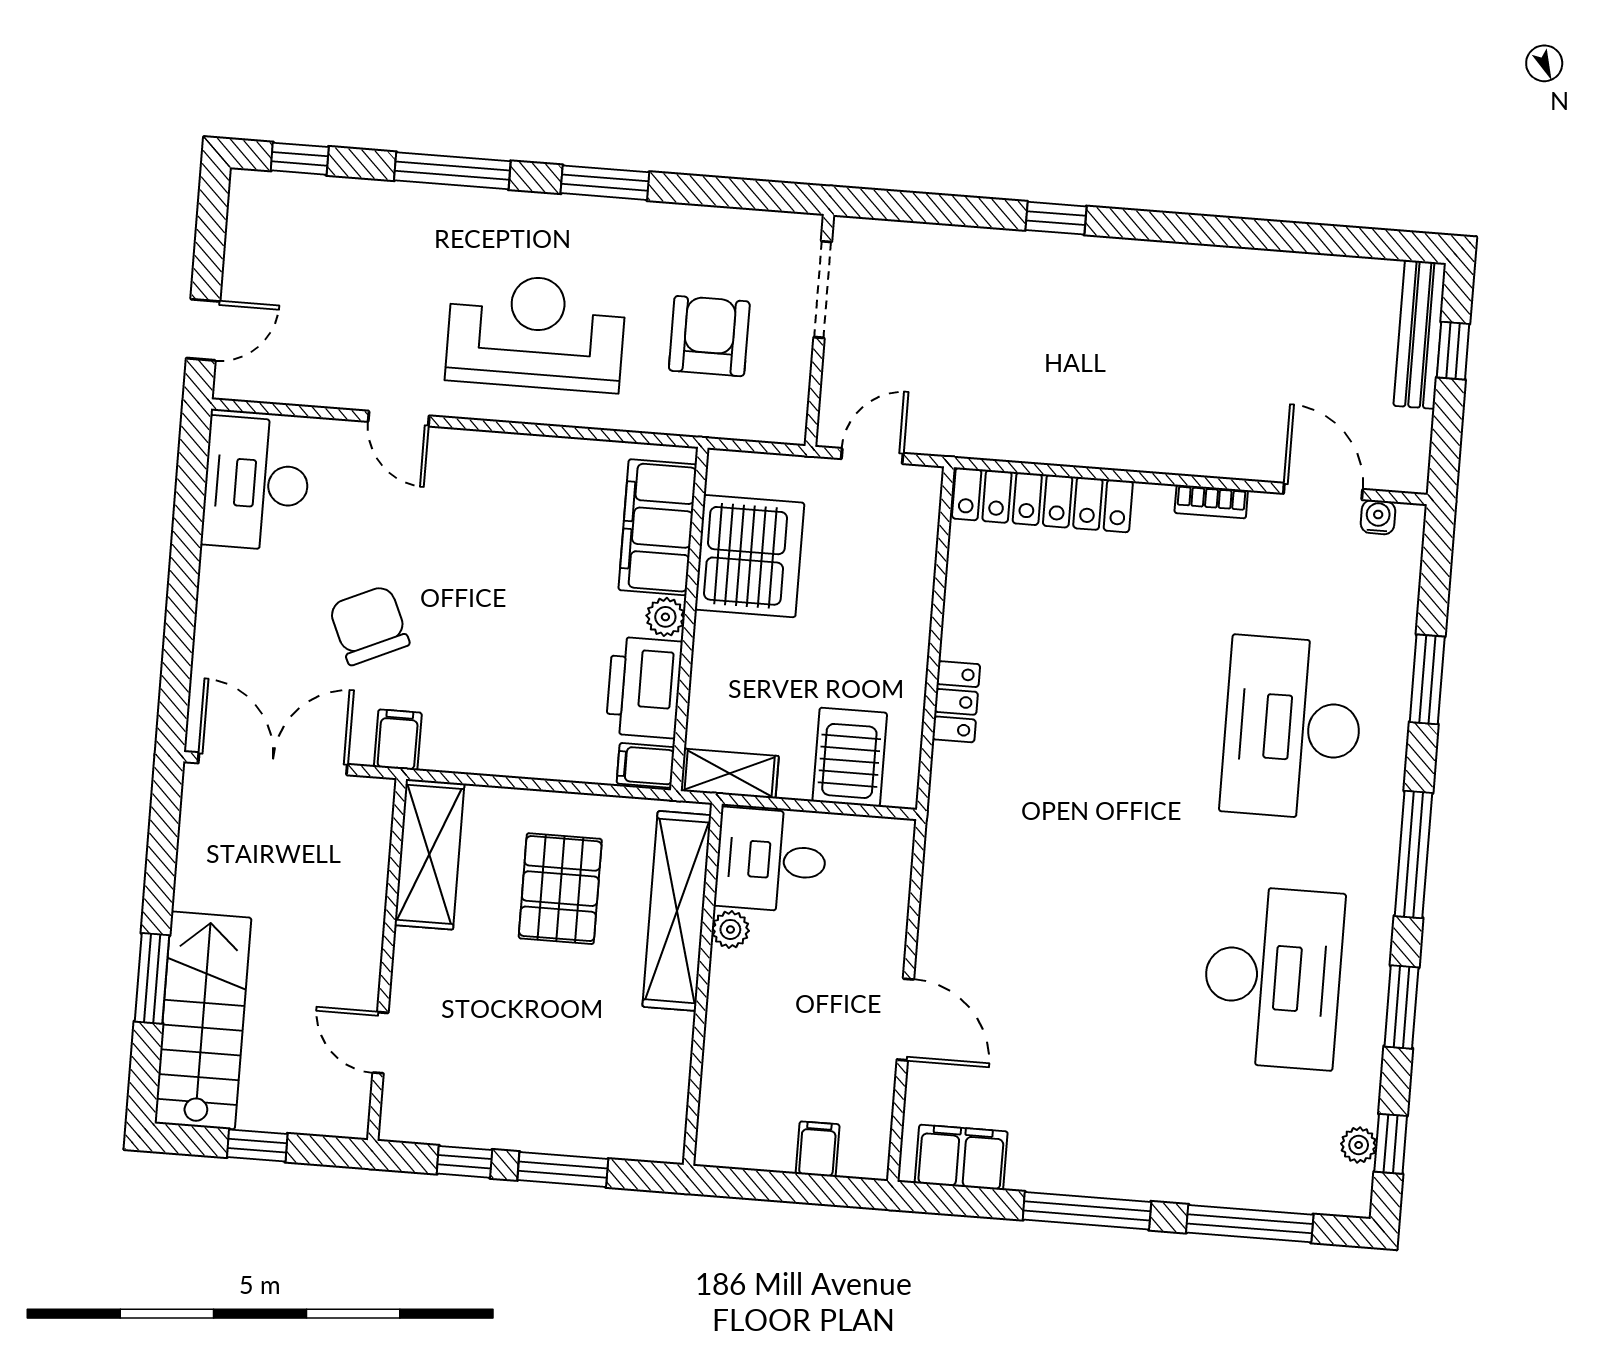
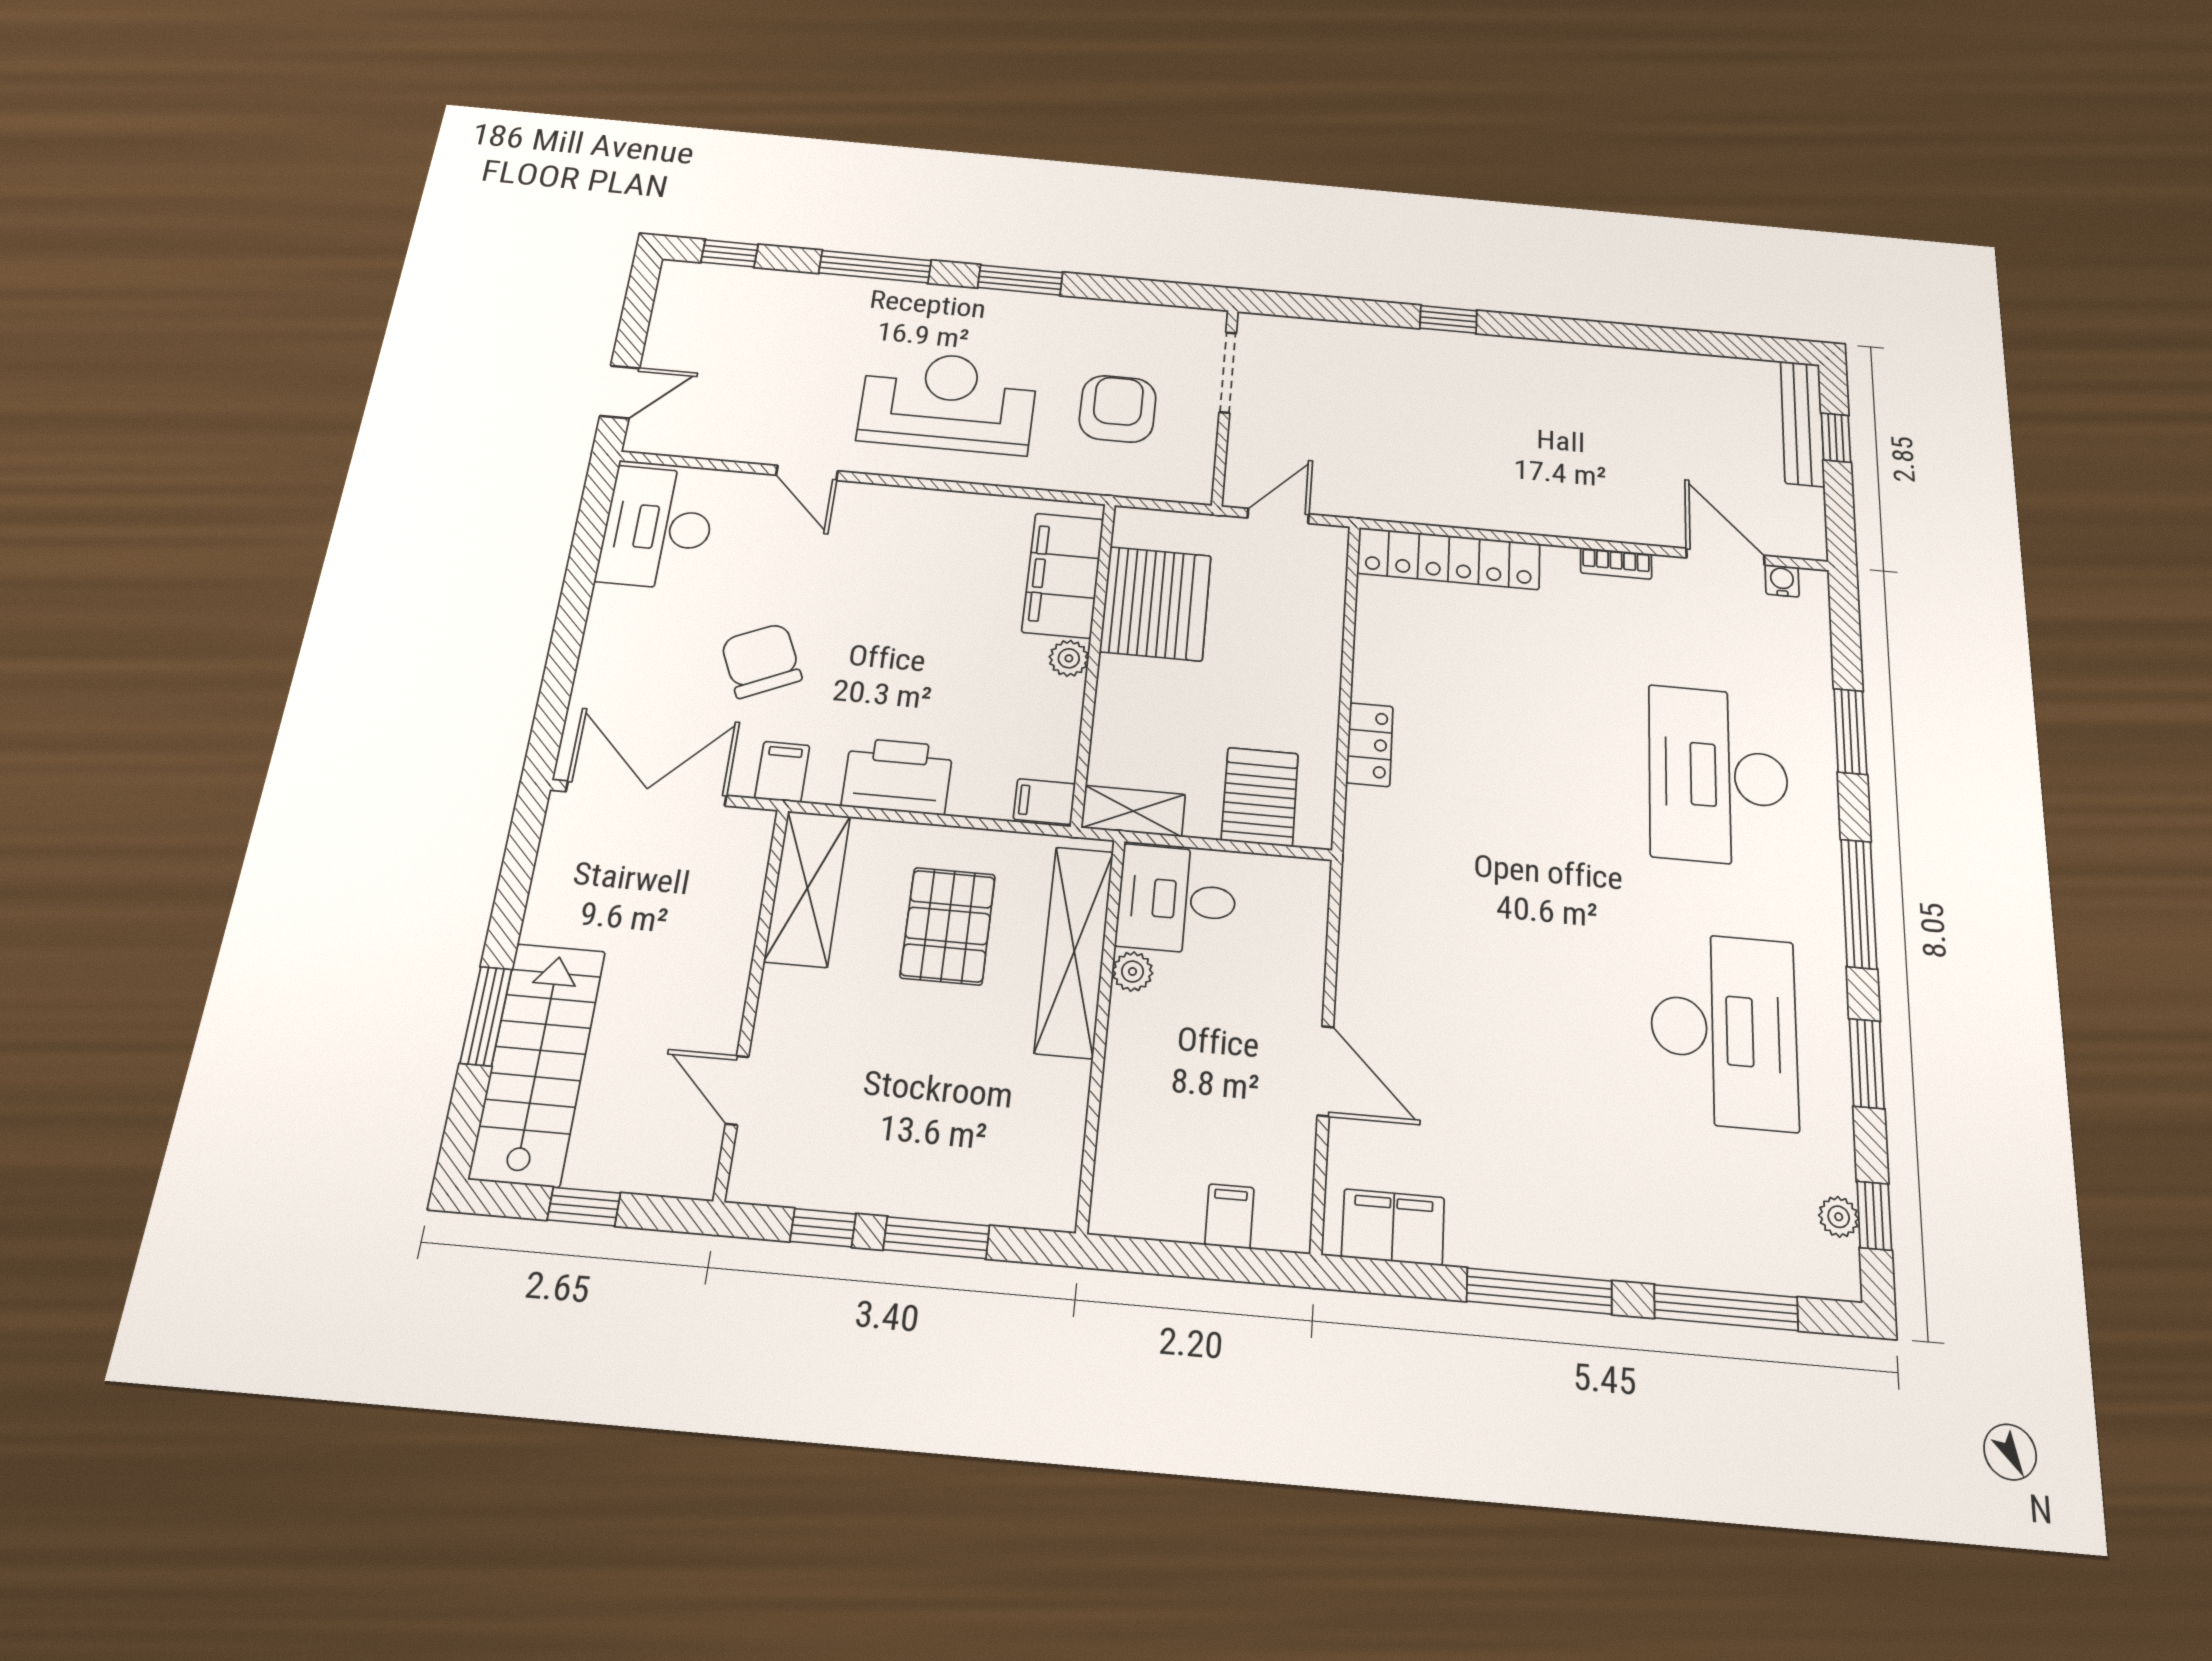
printer: (644, 687) -> (897, 776), moved, turned 90

